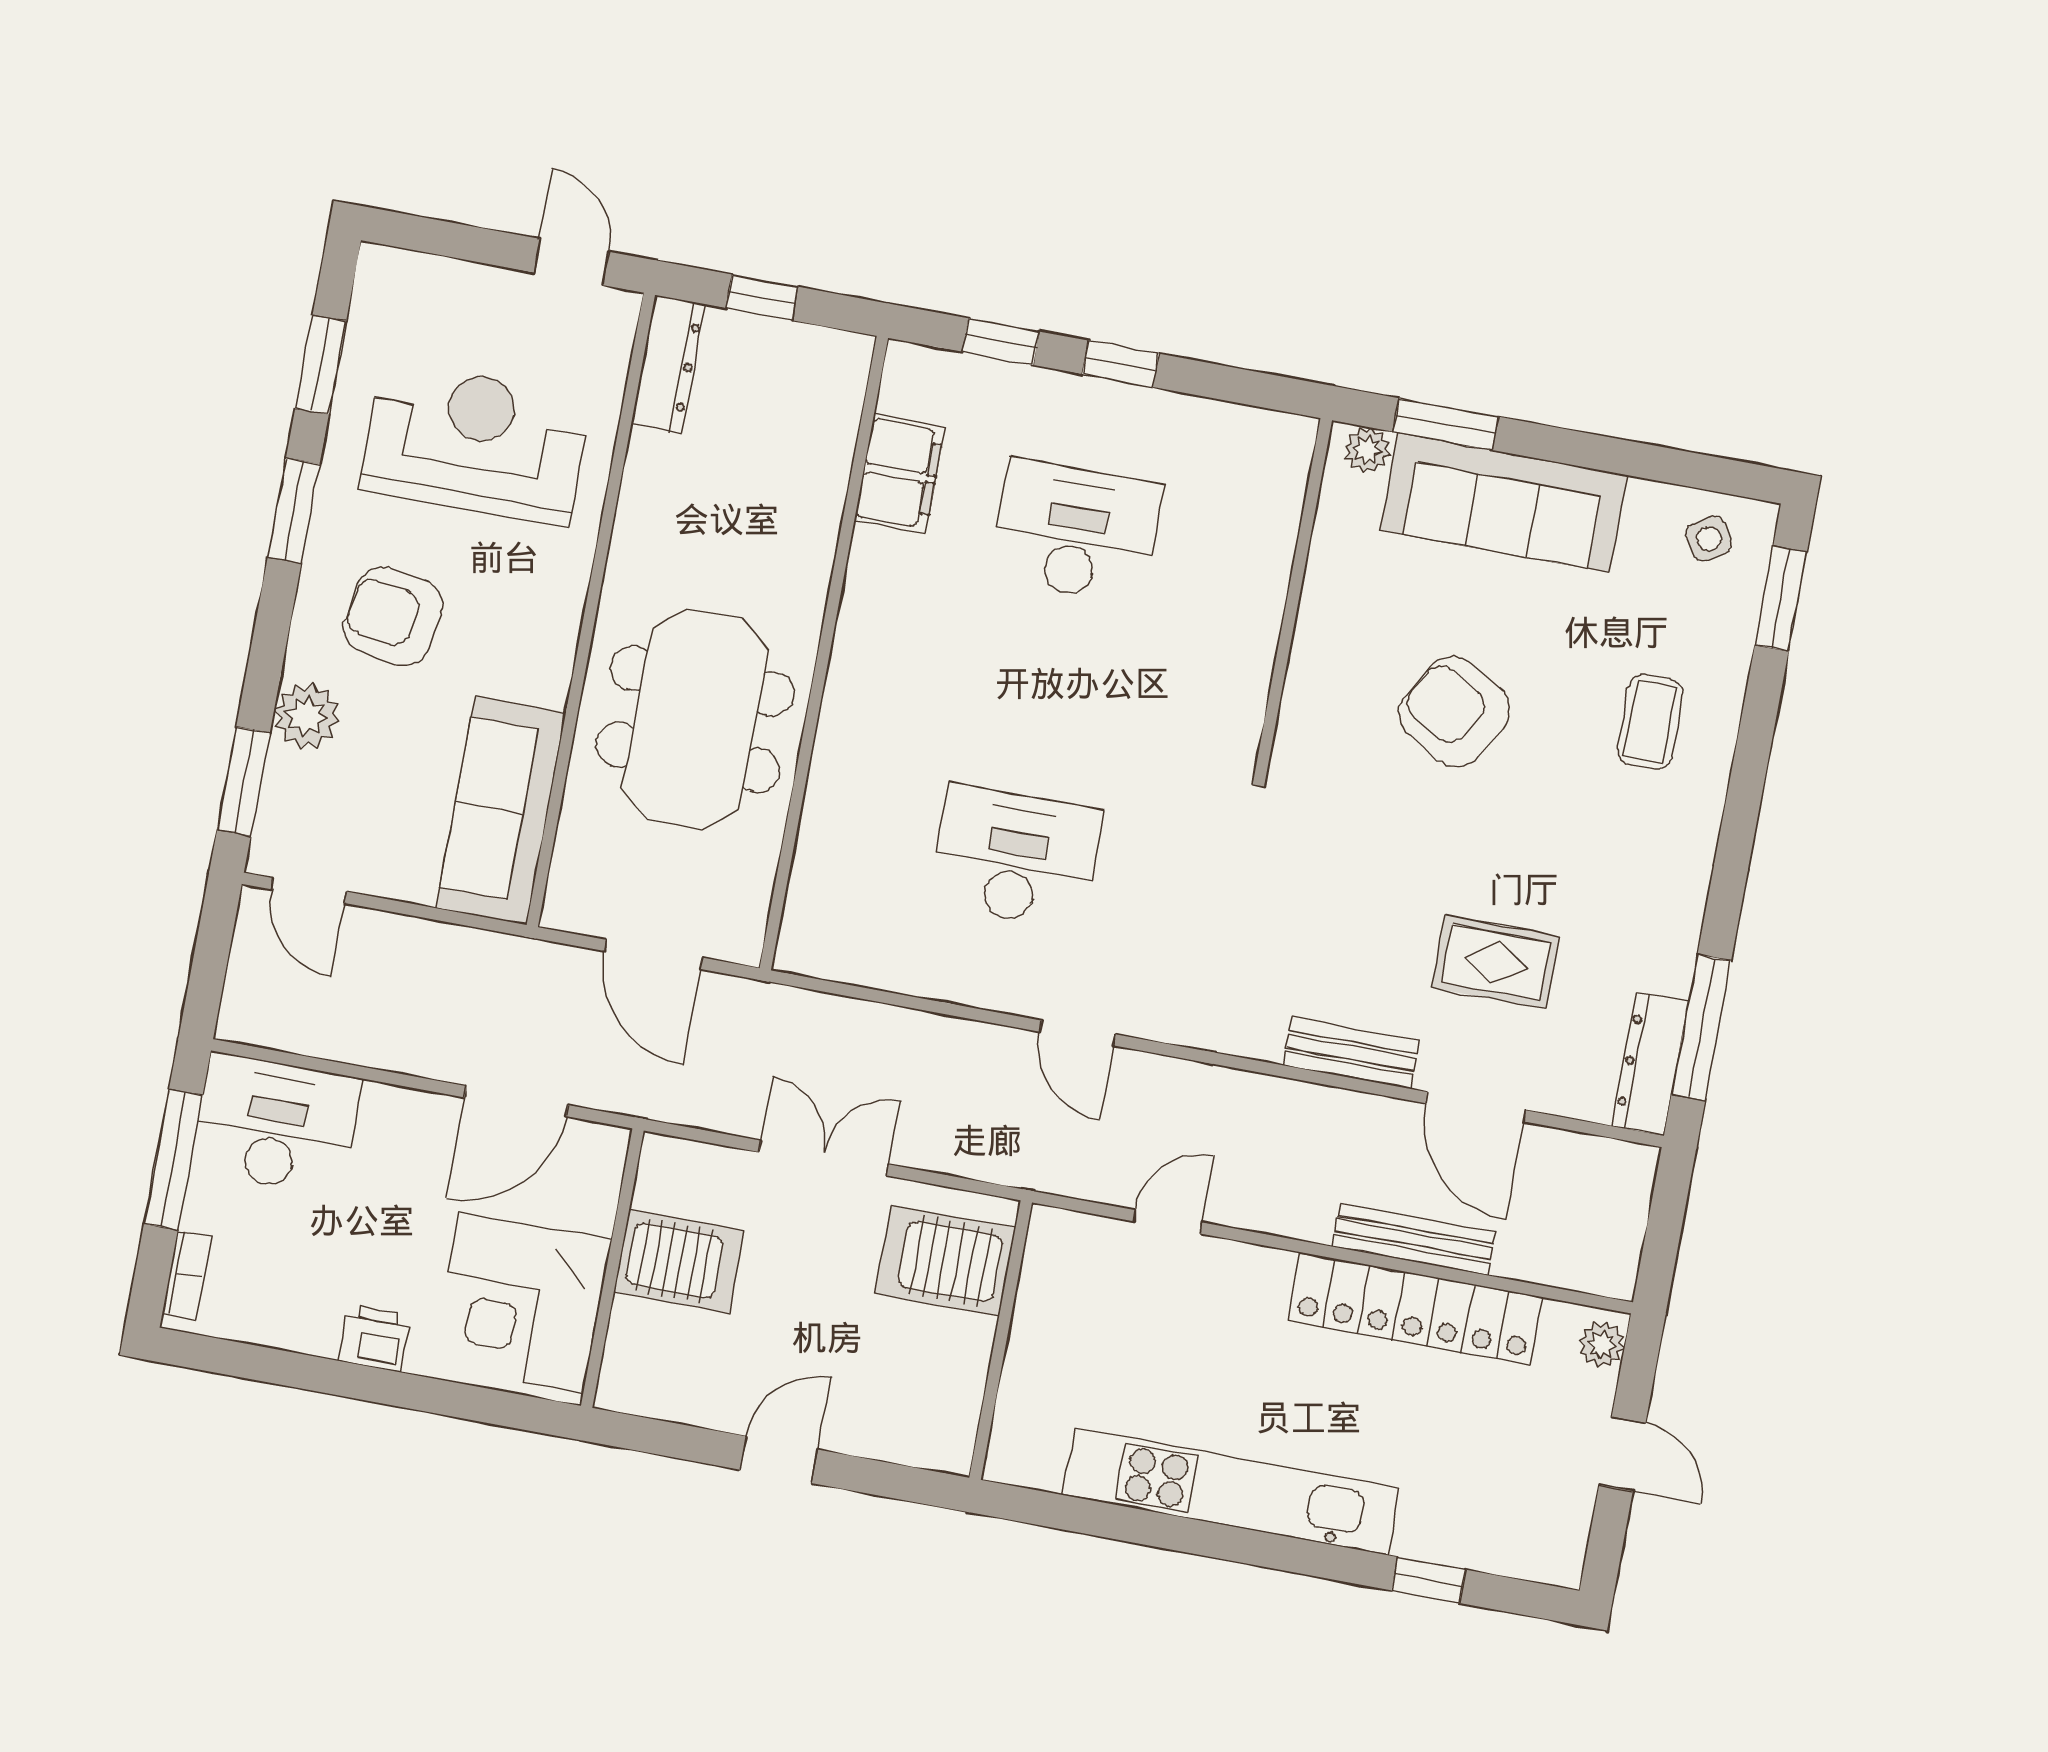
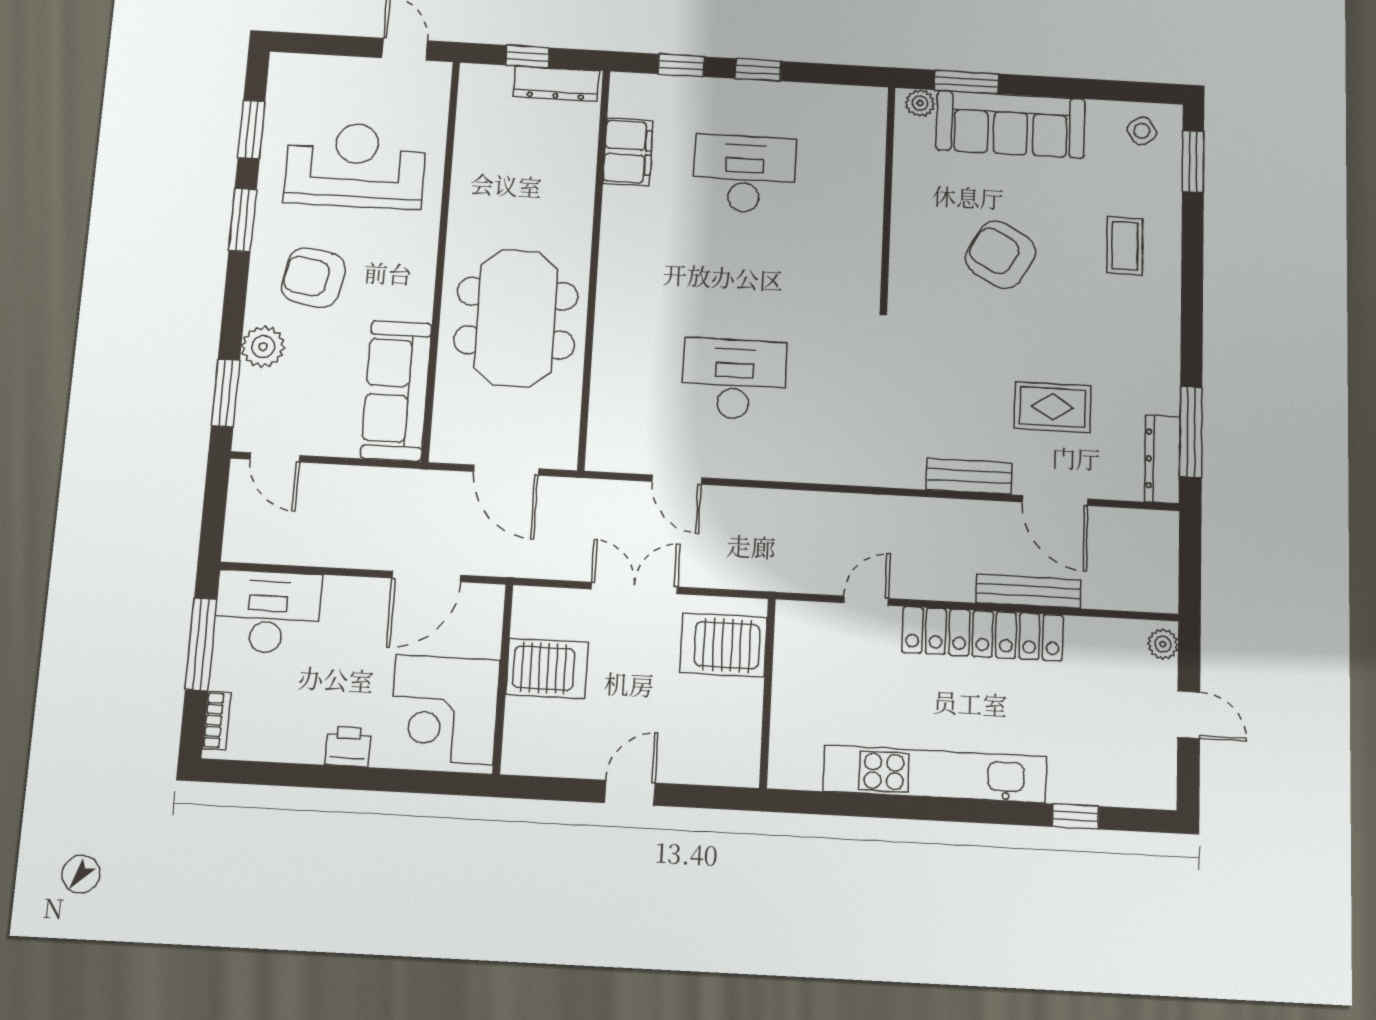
dresser: (668, 364) -> (556, 84), moved, turned 90
door: (1078, 1033) -> (677, 480), moved
locker: (1415, 1309) -> (983, 634), moved

